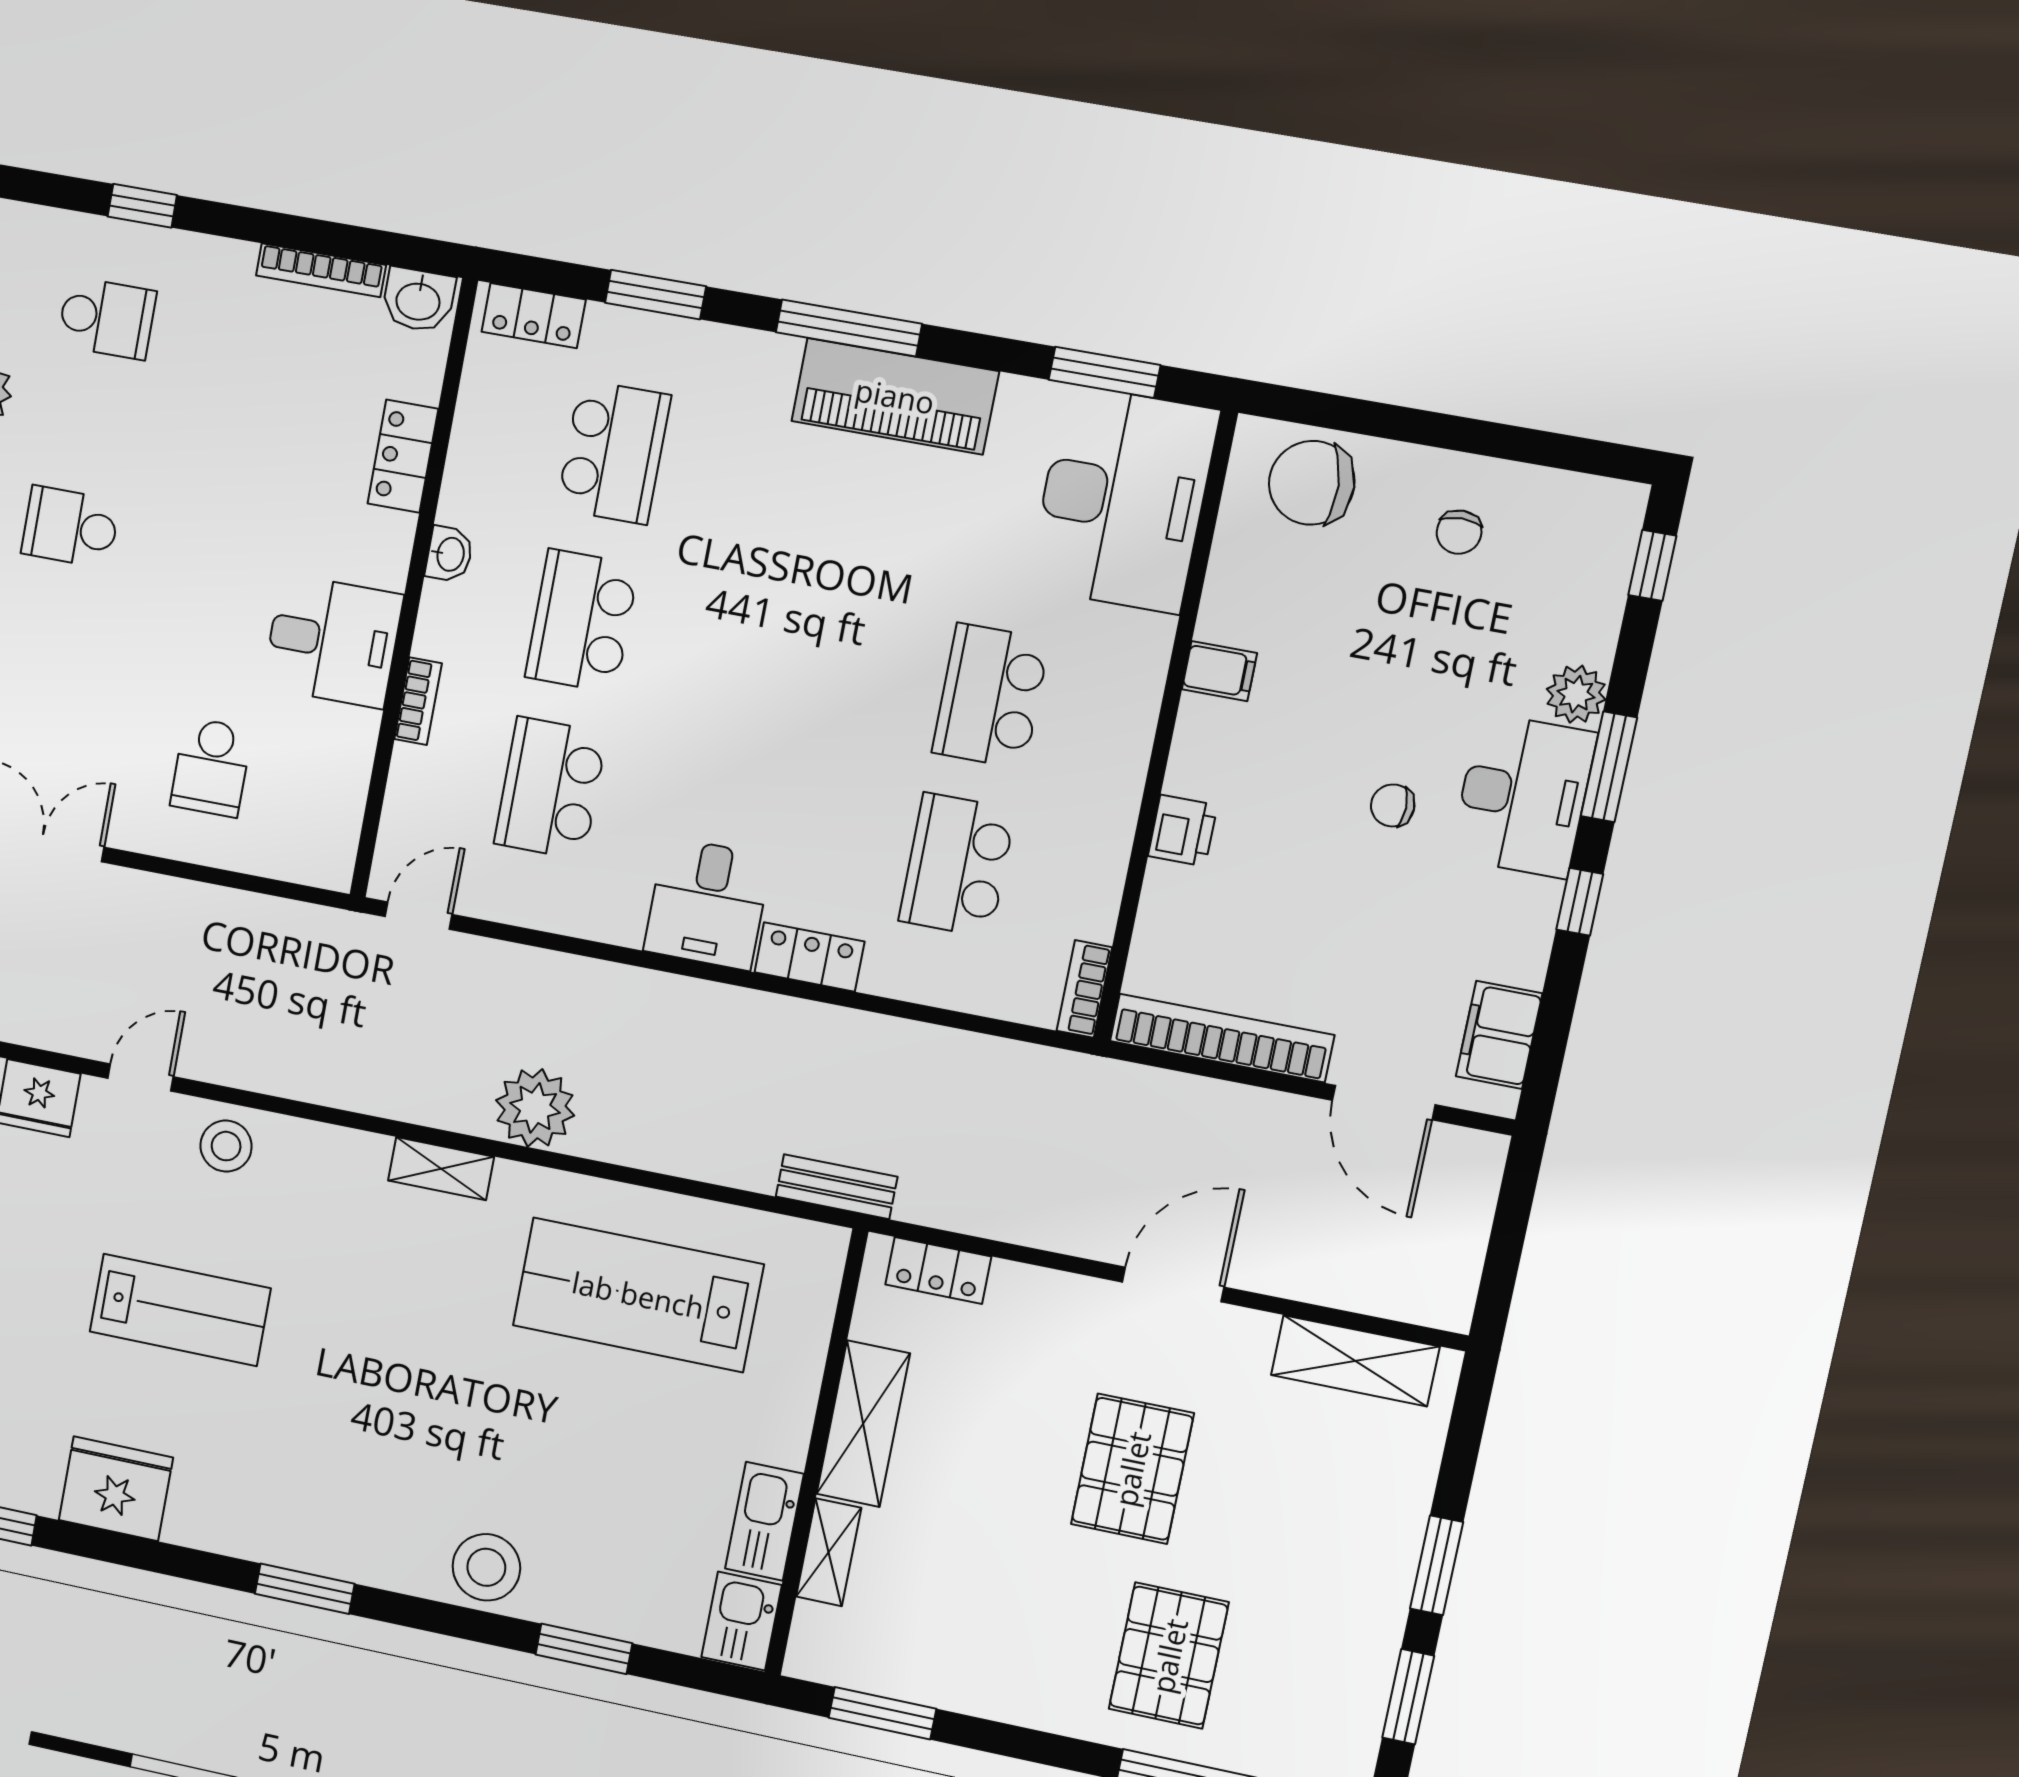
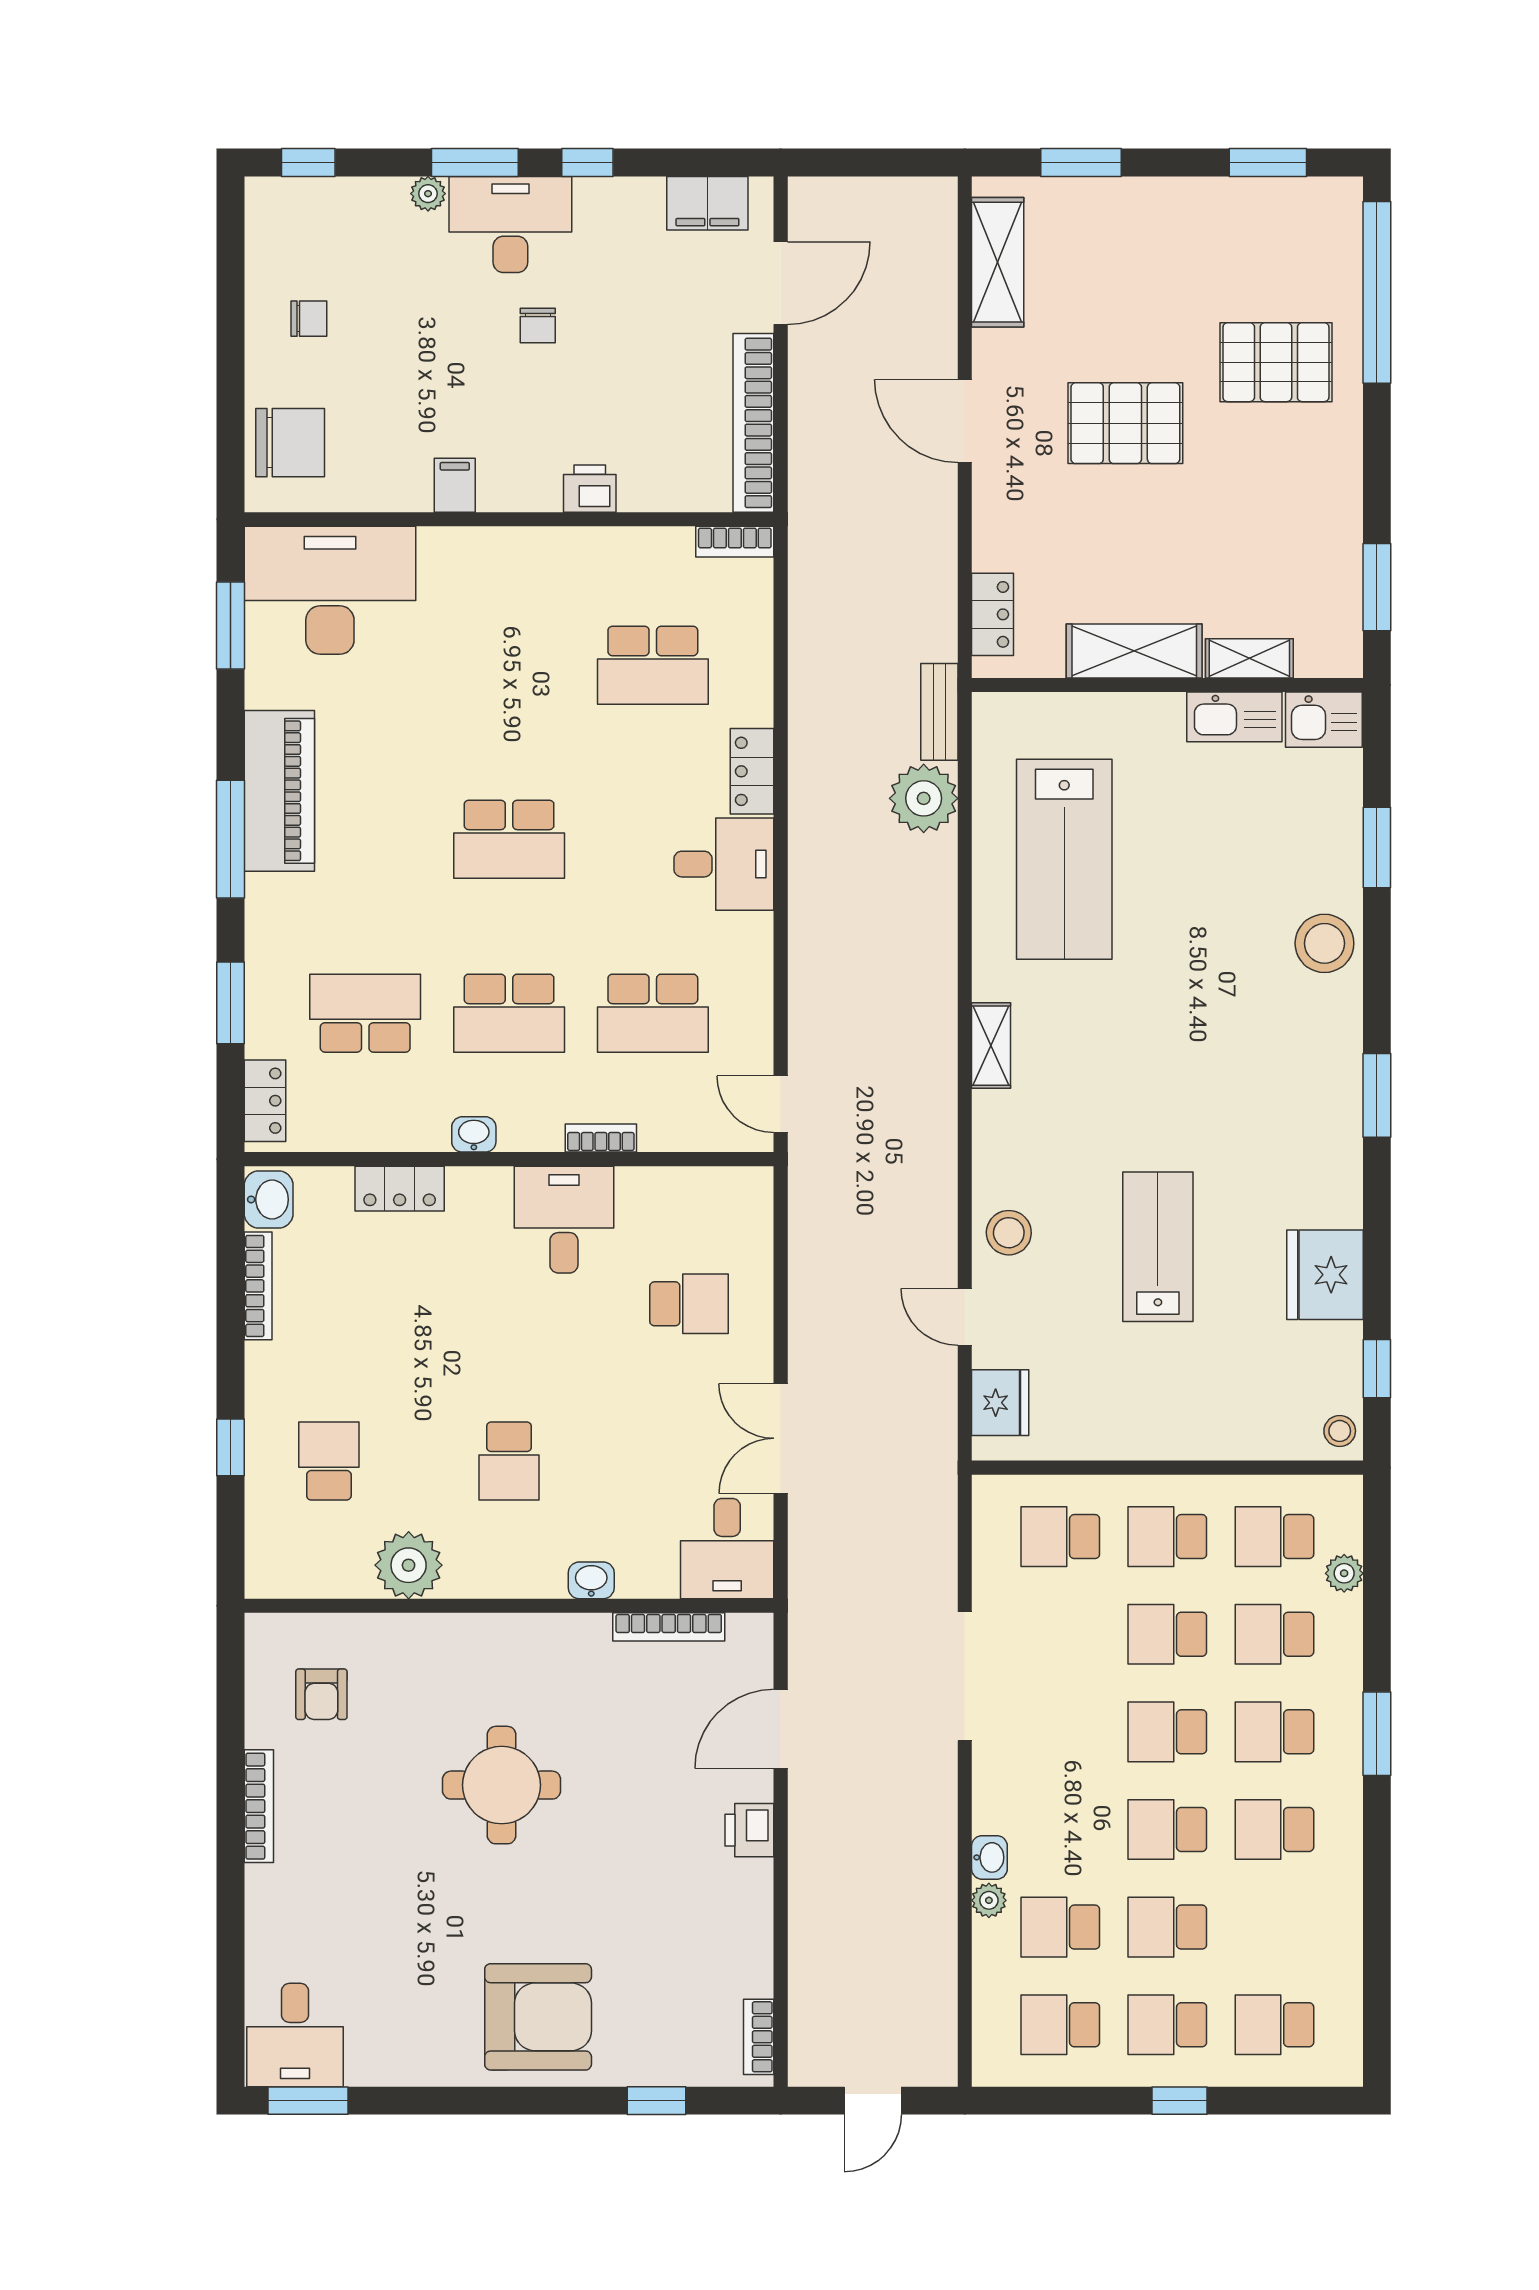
chair: (1312, 483) -> (290, 443), turned -86
plant: (1576, 694) -> (428, 194), width x0.73, depth x0.73
school desk: (991, 696) -> (509, 839), moved
plant: (535, 1108) -> (924, 798), moved
window: (1437, 1565) -> (1081, 162), moved

